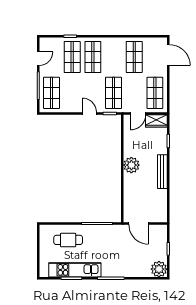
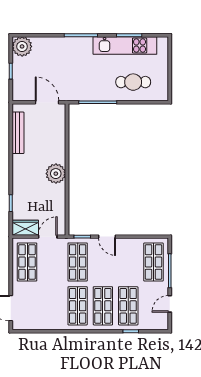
shop shelf: (134, 57) -> (78, 306), moved
bench: (162, 172) -> (18, 133), moved

